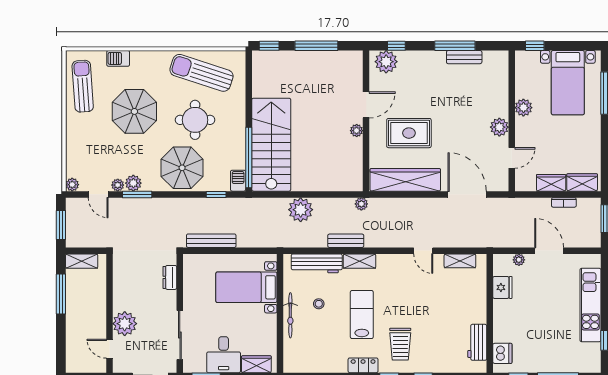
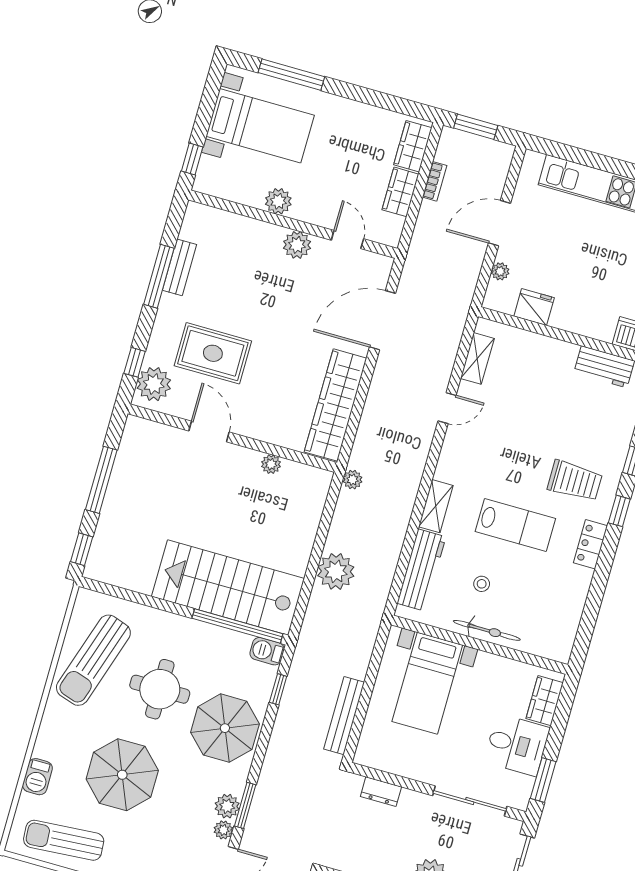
plant: (357, 131) -> (271, 464), moved
rug: (409, 133) -> (213, 353), moved, turned 90
bench: (346, 241) -> (400, 518), removed
lab bench: (362, 315) -> (515, 525), turned 180

